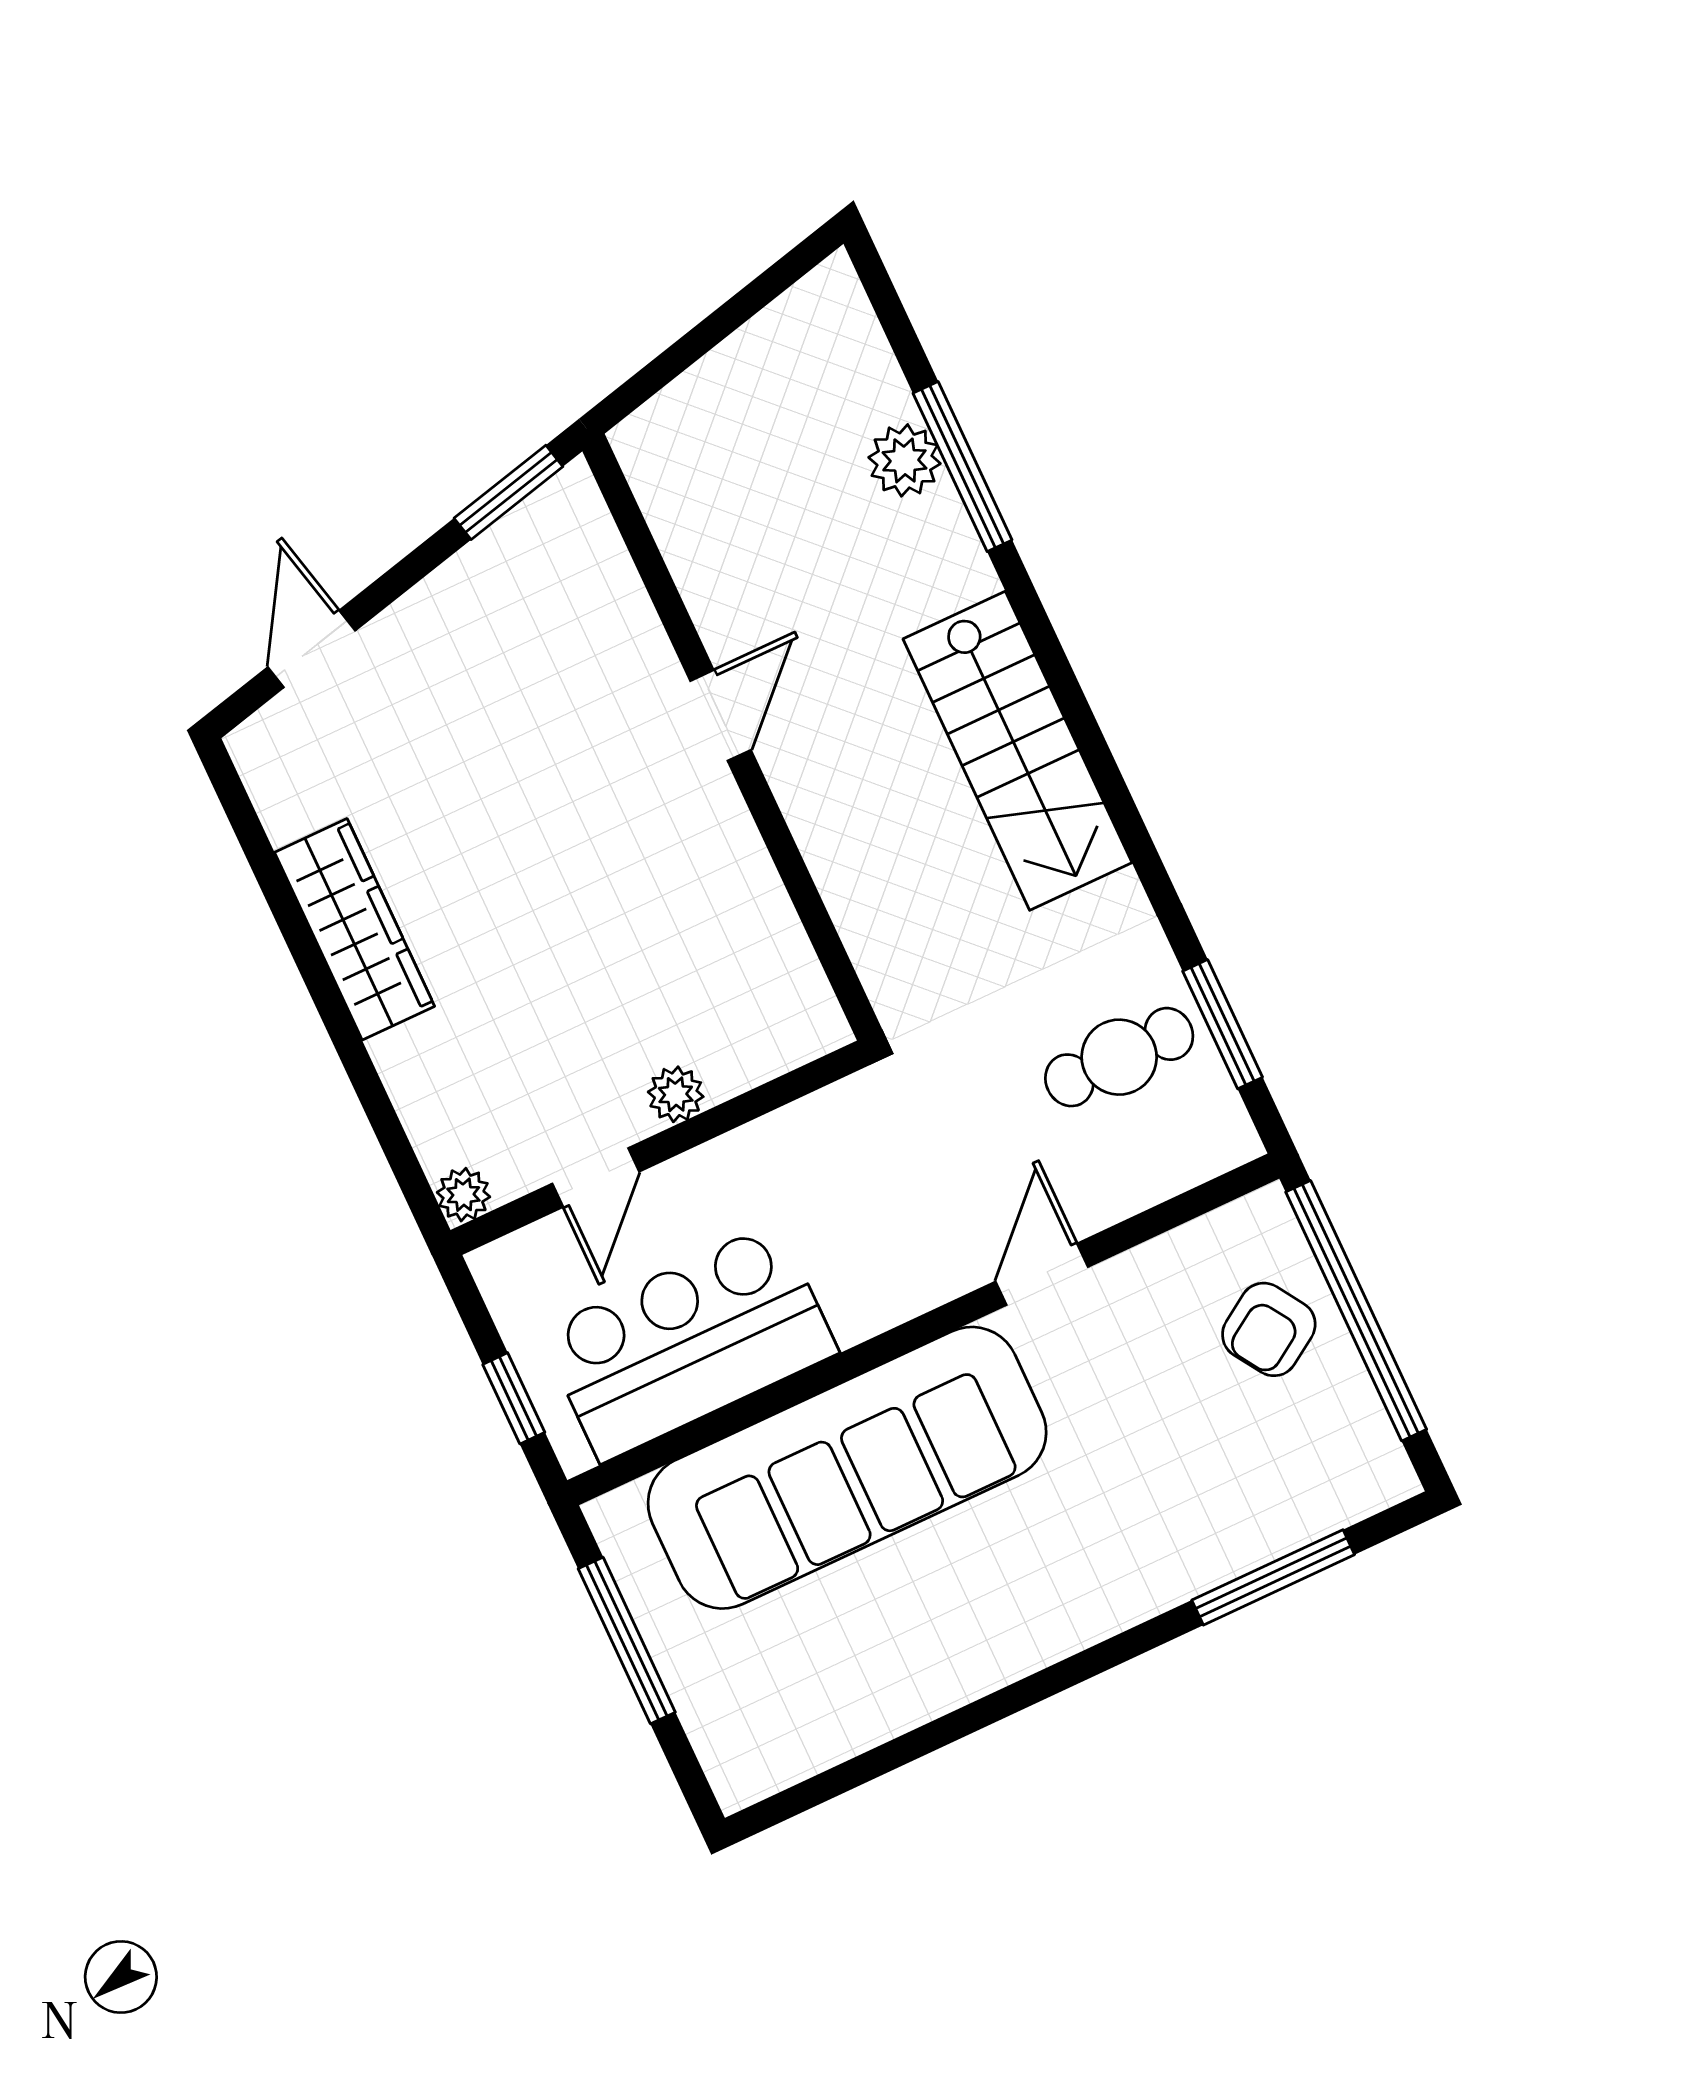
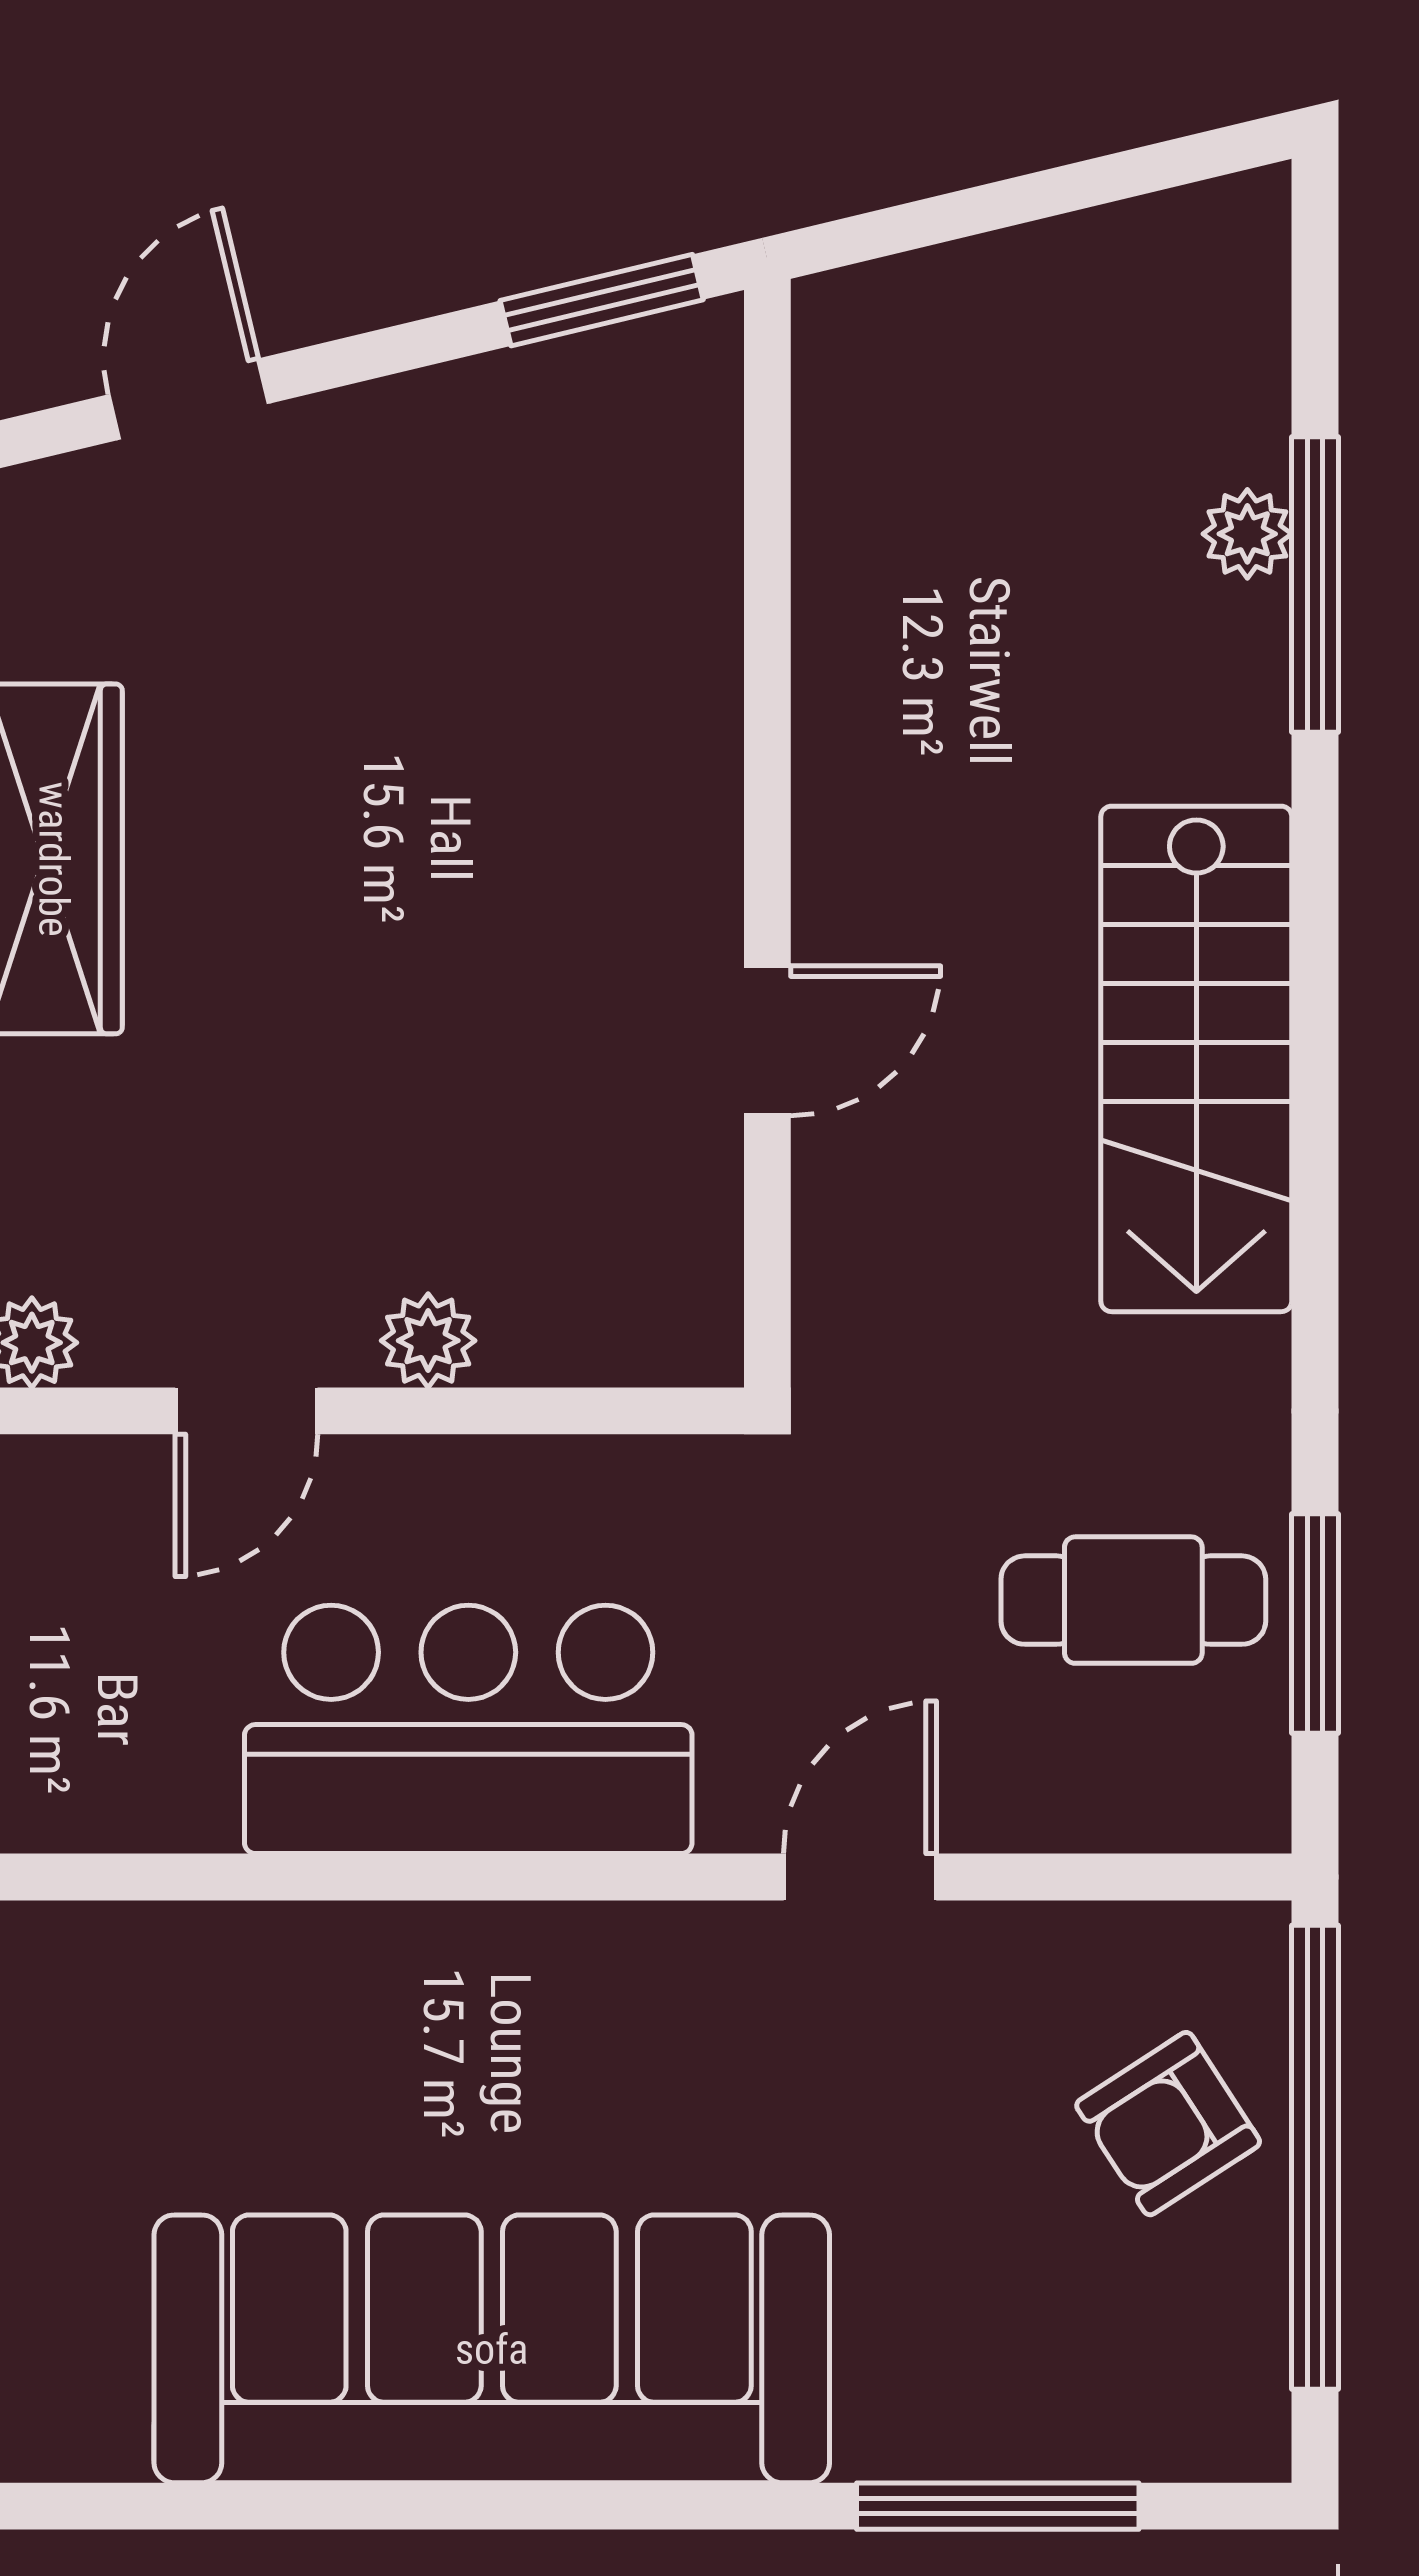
plant: (904, 460) -> (1247, 534), width x0.73, depth x0.73
door: (721, 715) -> (767, 1041), moved
bar counter: (689, 1342) -> (468, 1729), moved
sofa: (847, 1468) -> (492, 2349), moved, turned 180

